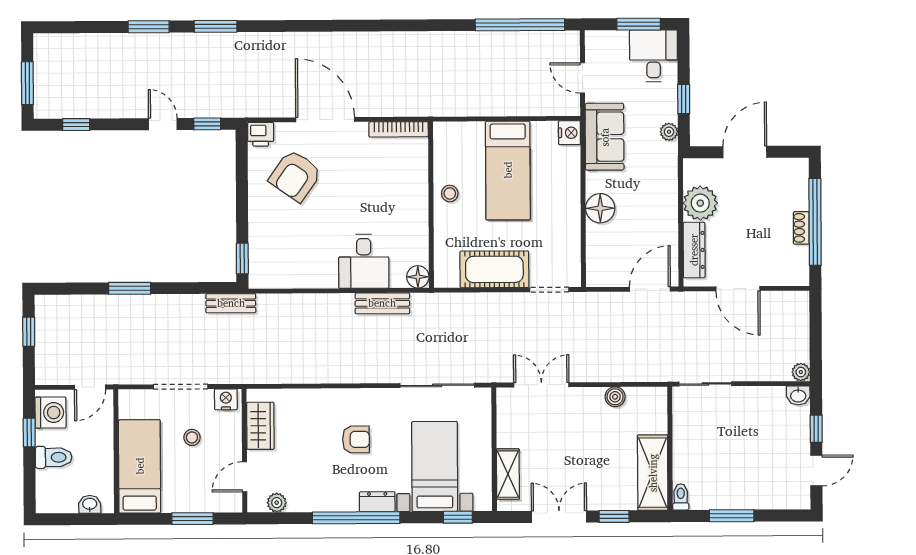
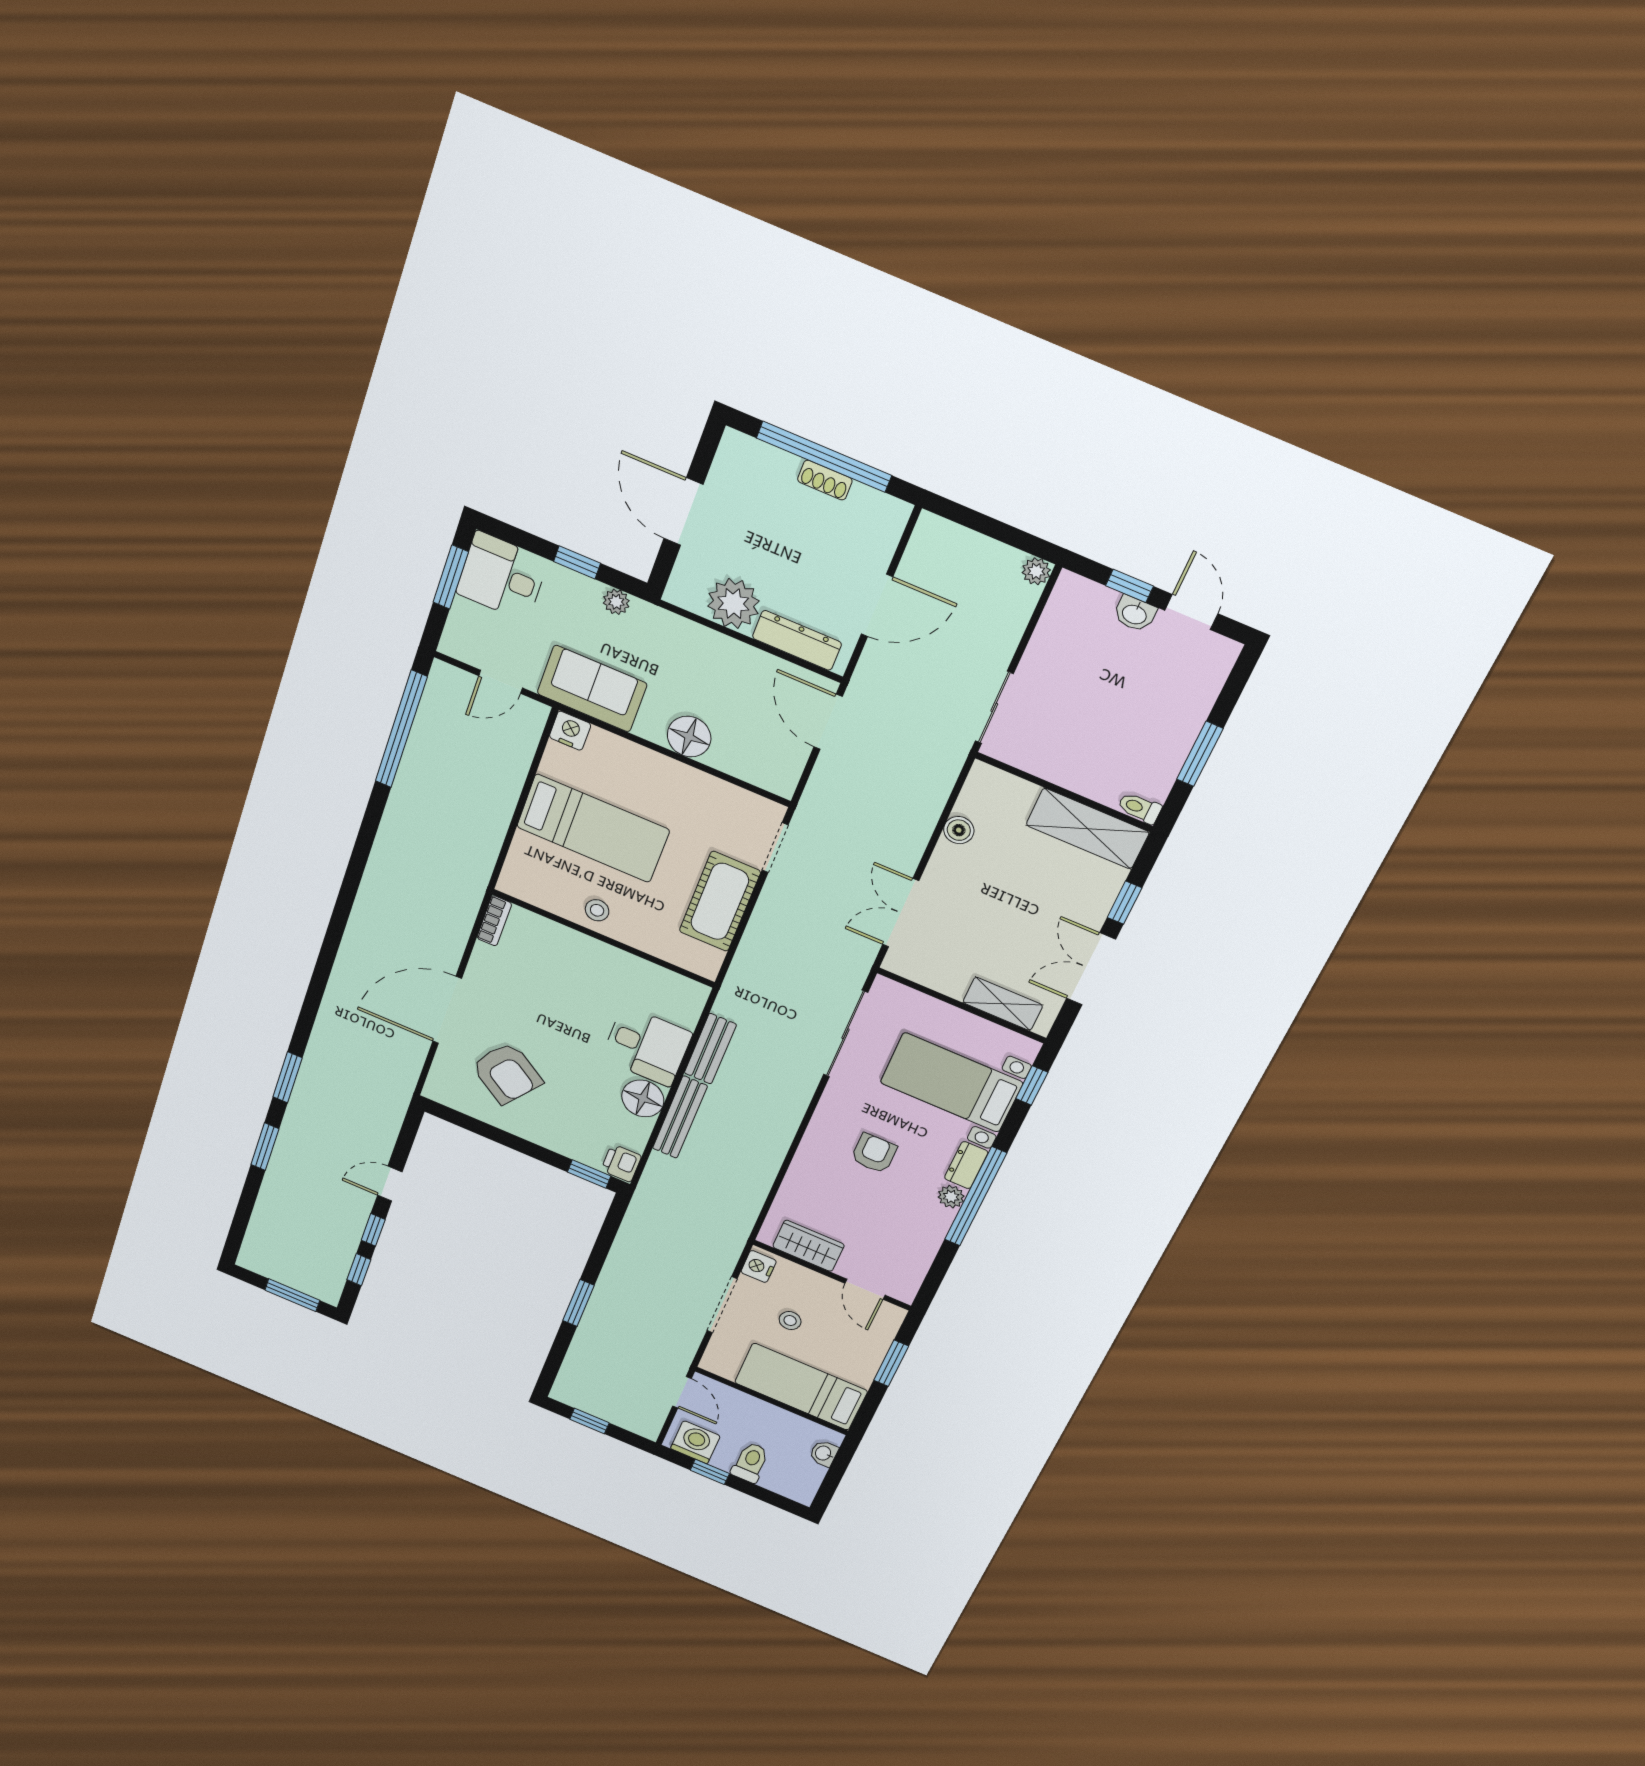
window: (207, 124) -> (373, 1230), moved
bookcase: (399, 129) -> (494, 921), width x0.64
printer: (261, 134) -> (621, 1163), moved, turned 180
floor lamp: (418, 277) -> (643, 1098), moved, width x1.38, depth x1.38
bench: (231, 303) -> (680, 1117), moved, width x1.36
washbasin: (798, 395) -> (1135, 614), moved, turned 90
plant: (277, 503) -> (951, 1197), moved

